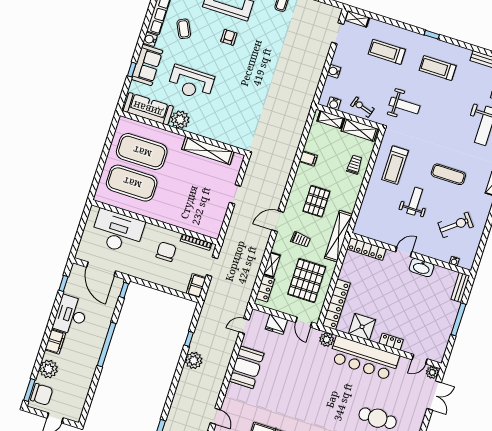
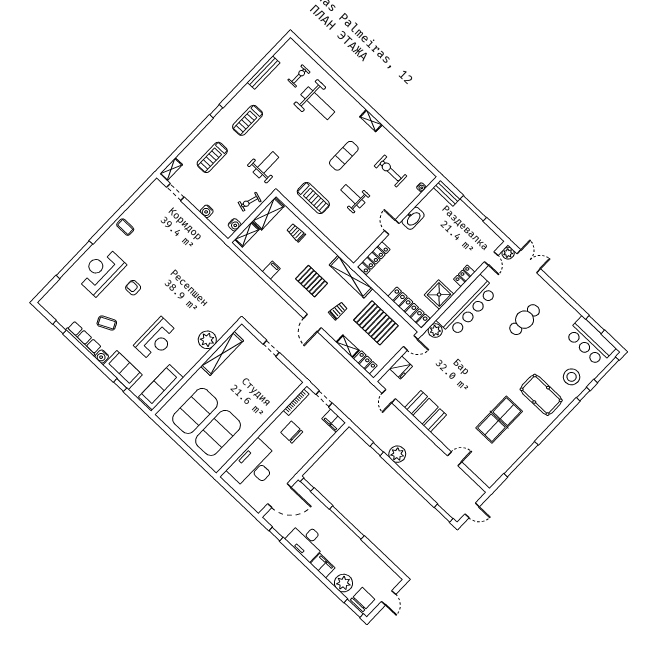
plant: (180, 120) -> (207, 340), moved
exercise bike: (456, 225) -> (391, 171), turned -52

